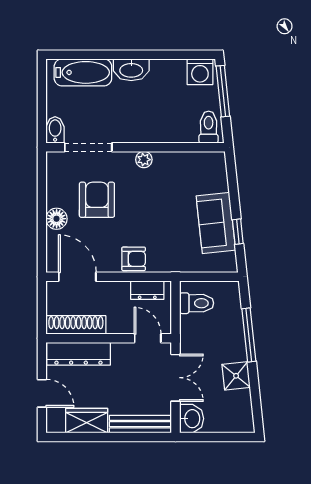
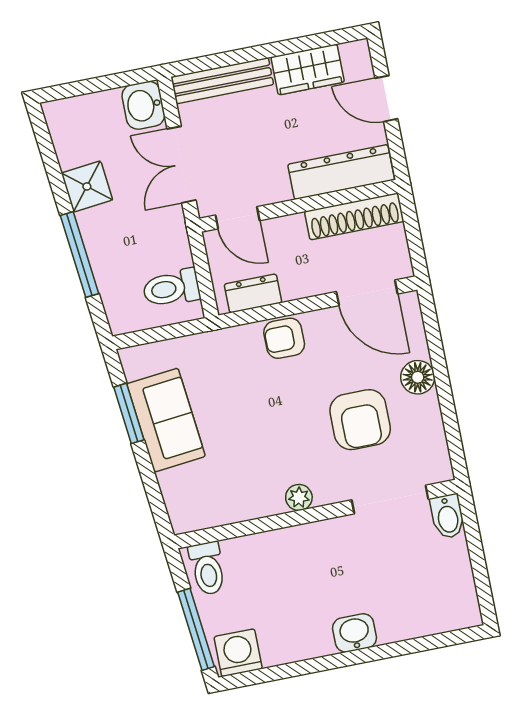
washbasin: (131, 70) -> (355, 633), width x0.72
bathtub: (83, 72) -> (422, 615), removed
window: (238, 232) -> (129, 413), width x1.50

